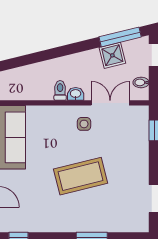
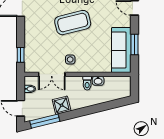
shower: (112, 55) -> (62, 105), moved
washbasin: (76, 94) -> (98, 81), moved

